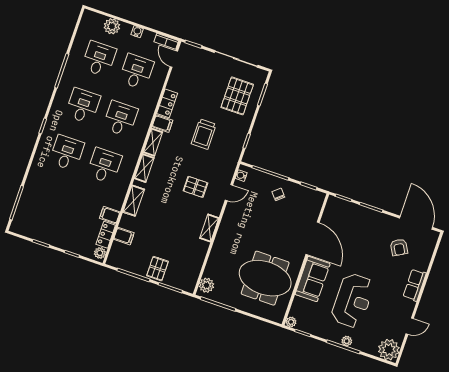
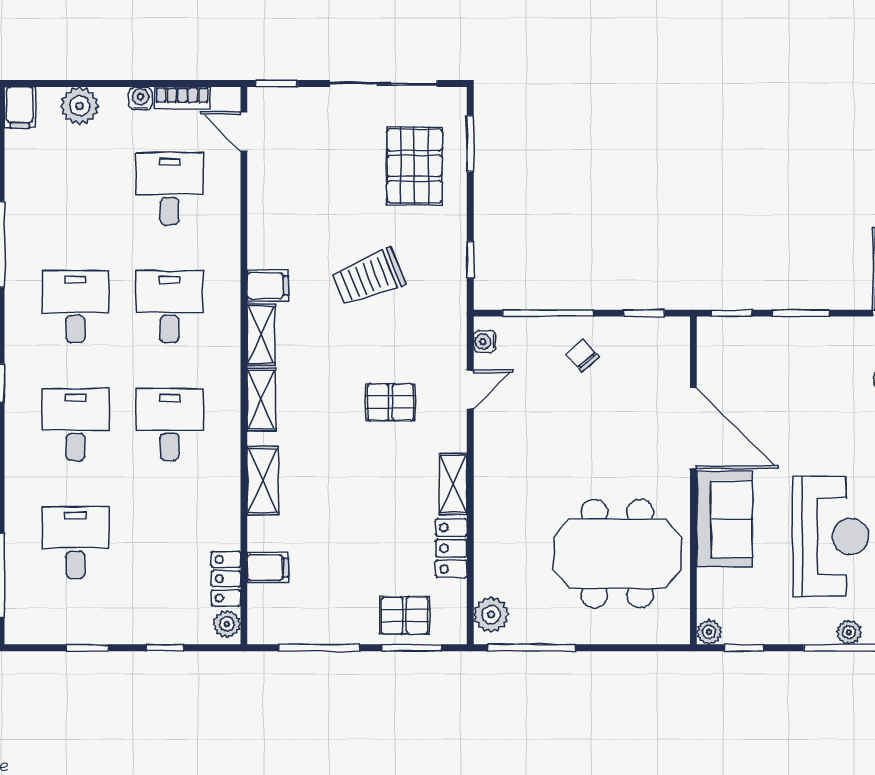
bookcase: (166, 41) -> (182, 98), moved
desk: (99, 59) -> (75, 543), moved
locker: (167, 103) -> (451, 548), moved, turned 180
trolley: (204, 134) -> (368, 277), turned 68
filing cabinet: (110, 215) -> (20, 107), moved, turned -90
pallet: (157, 269) -> (405, 615), moved, turned 90

